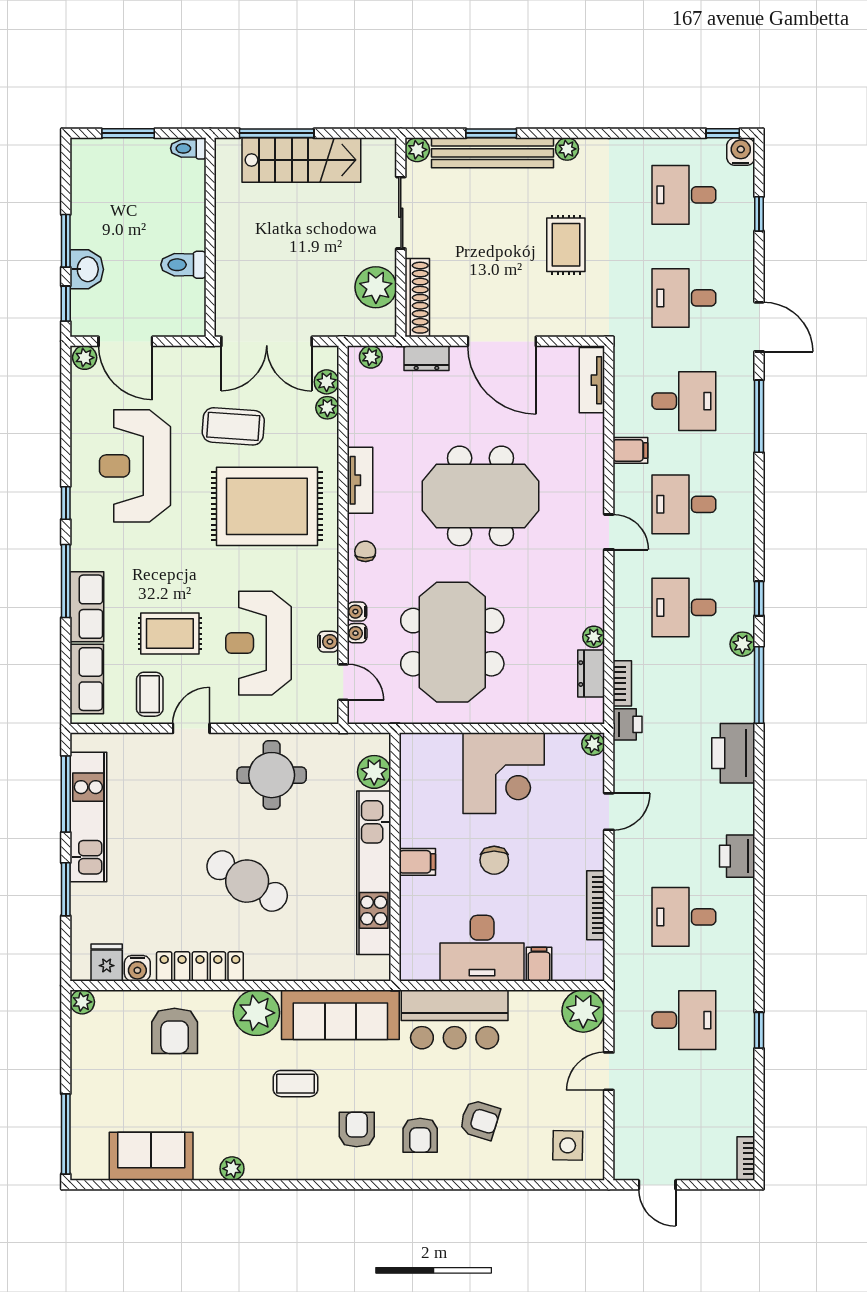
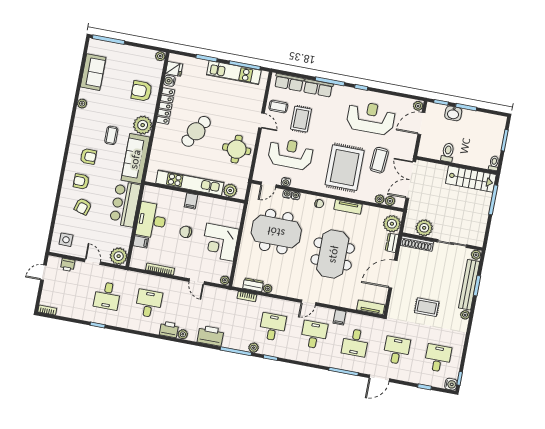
stairs: (301, 160) -> (471, 179), moved, turned -90
plant: (371, 357) -> (392, 224), width x1.88, depth x1.88
printer: (627, 724) -> (68, 265), moved
plant: (743, 821) -> (183, 334), added

